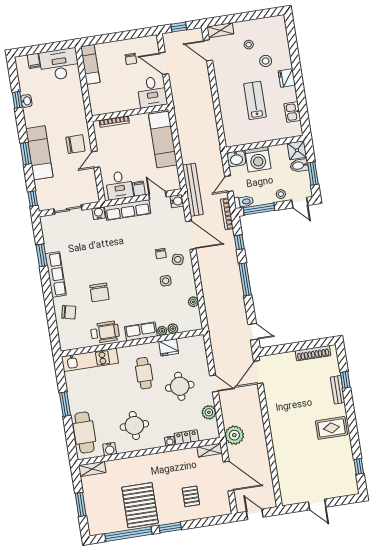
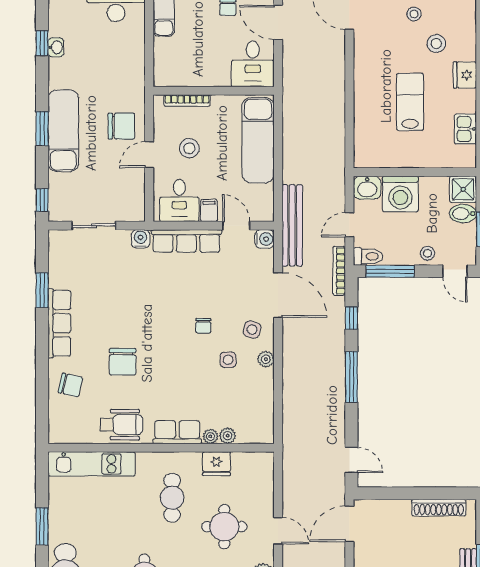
stool: (120, 151) -> (189, 148), added
chair: (161, 254) -> (203, 326), moved
plant: (193, 302) -> (266, 359), moved

